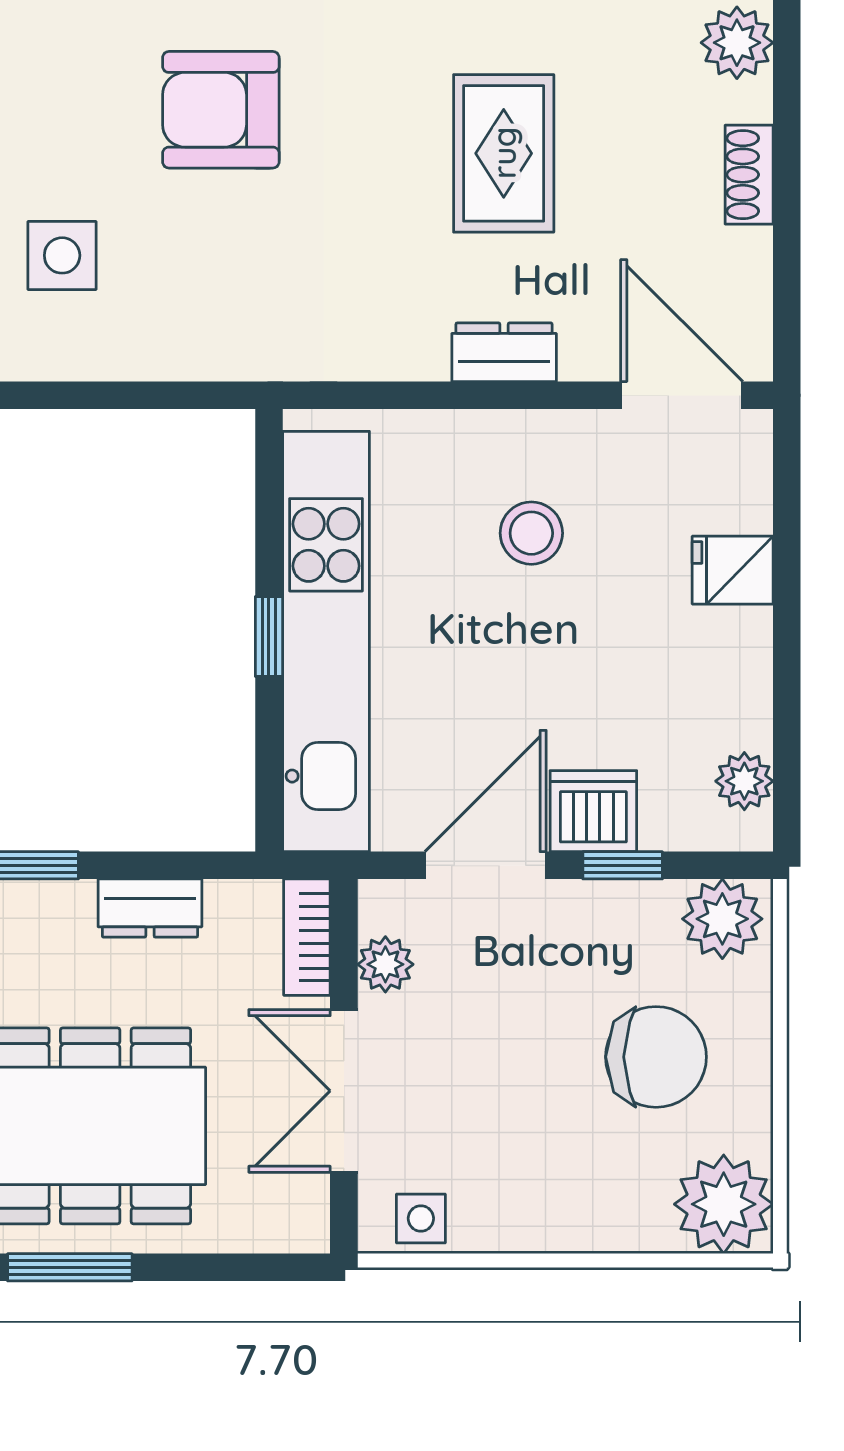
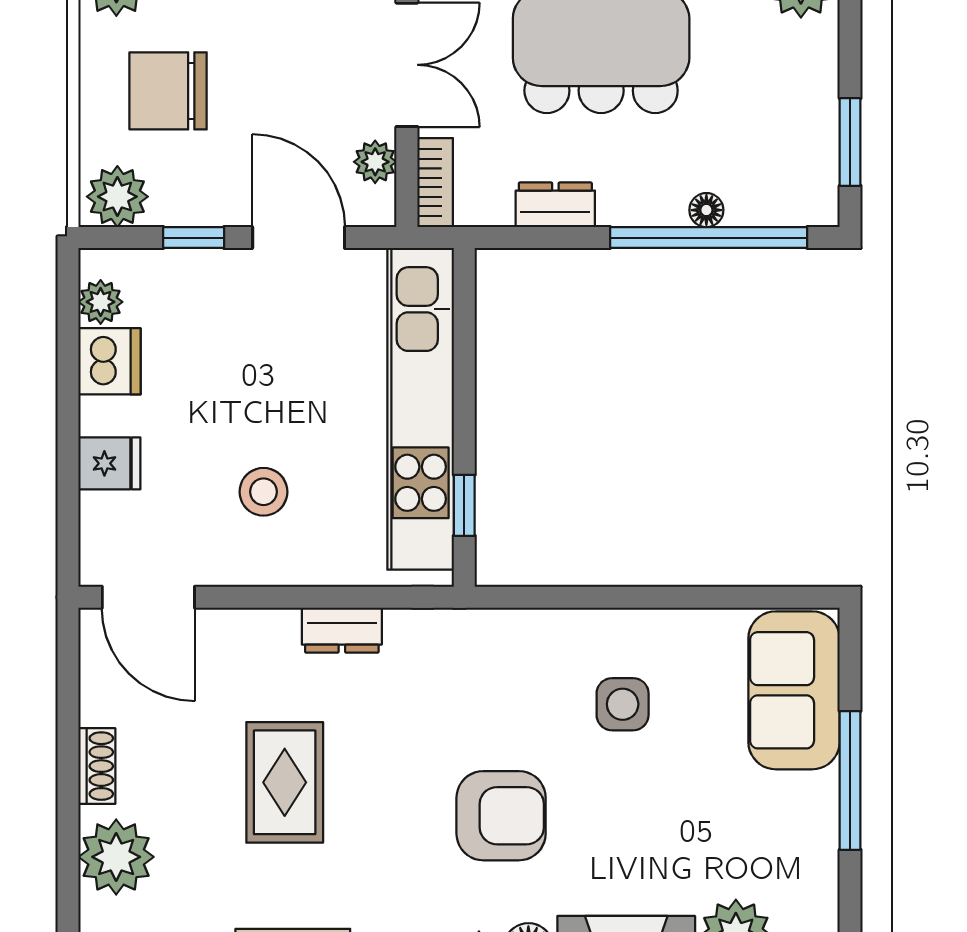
plant: (737, 43) -> (116, 857), width x1.36, depth x1.36
dresser: (504, 352) -> (342, 630), moved
window: (269, 637) -> (464, 505), moved
dishwasher: (593, 811) -> (109, 361), moved, turned -90
door: (485, 865) -> (299, 238), swing flipped

